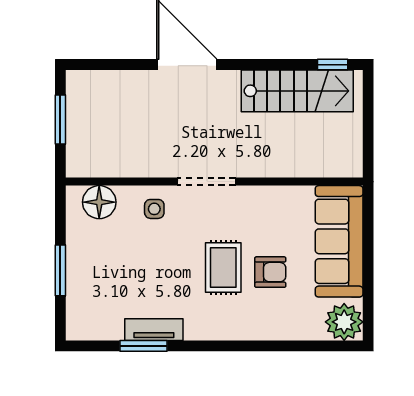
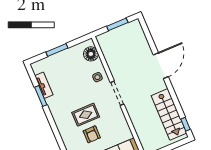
tv unit: (154, 330) -> (44, 85), moved

